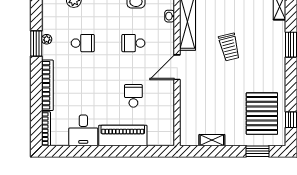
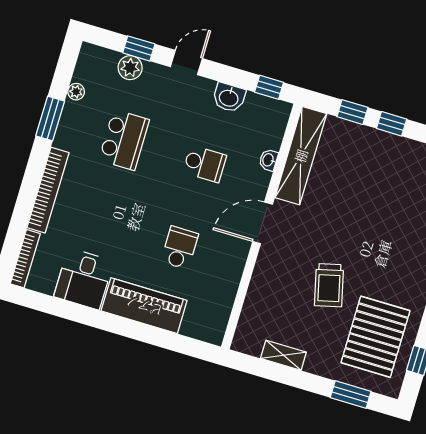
washbasin: (170, 16) -> (268, 160), moved
plant: (47, 39) -> (76, 92), moved
school desk: (83, 43) -> (124, 140), width x1.85
school desk: (133, 43) -> (205, 164), turned 180
trolley: (229, 47) -> (329, 285), moved

